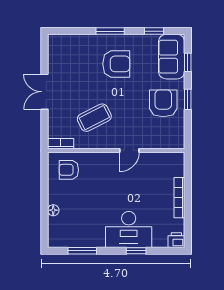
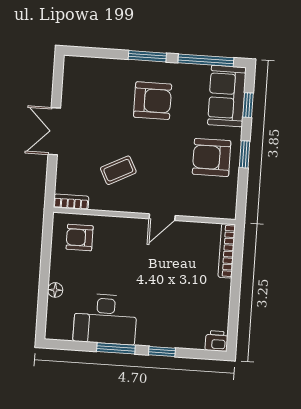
window: (154, 31) -> (206, 60), width x2.17
armchair: (163, 103) -> (212, 157), turned -90
coffee table: (94, 118) -> (118, 170), width x0.73, depth x0.77
bookcase: (179, 198) -> (227, 251), moved
desk: (129, 229) -> (105, 319), moved
window: (82, 251) -> (116, 348), moved

